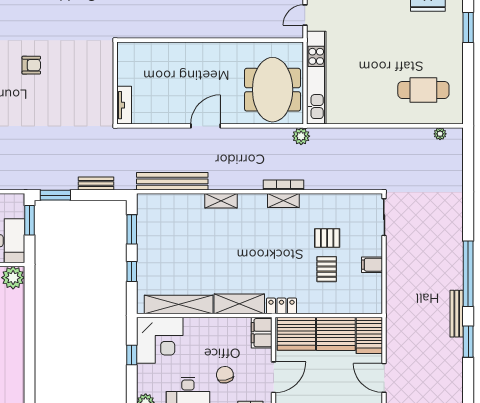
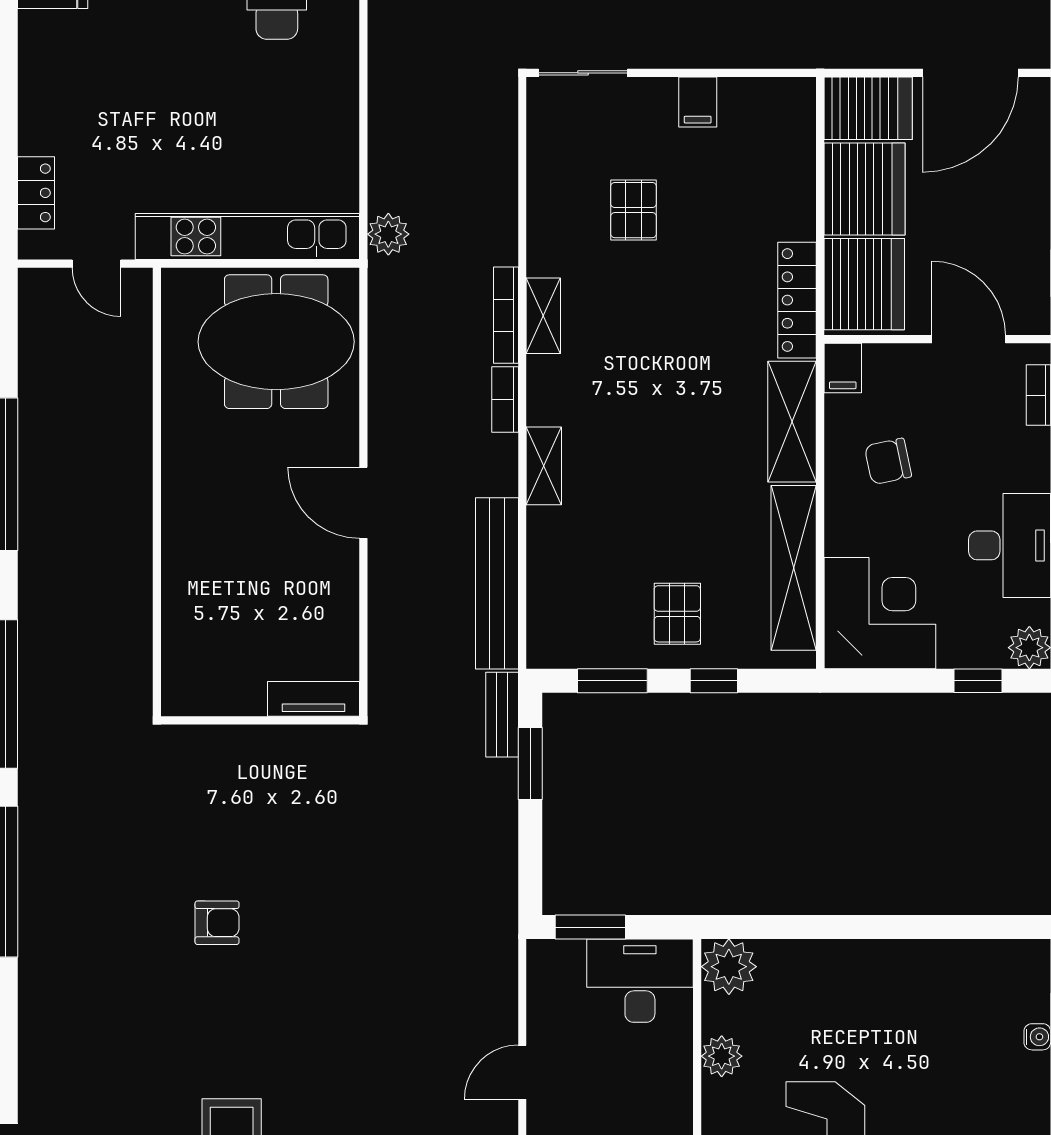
armchair: (31, 65) -> (217, 923), turned 90
plant: (301, 136) -> (388, 234), moved
bench: (96, 183) -> (502, 715), moved
bookcase: (248, 185) -> (505, 400), added
window: (55, 195) -> (530, 764), moved
pallet: (327, 269) -> (677, 614), moved, turned 90
locker: (281, 306) -> (797, 300), width x1.53
filing cabinet: (262, 333) -> (843, 368), width x0.50
window: (132, 355) -> (978, 681), moved
chair: (225, 375) -> (888, 461), moved
door: (384, 378) -> (970, 73), width x1.36

